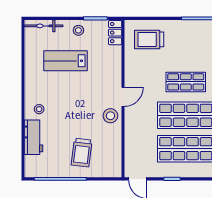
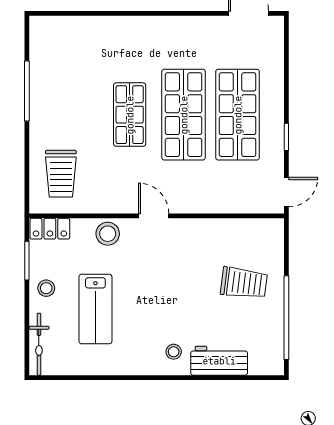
stool: (110, 116) -> (108, 234), moved

